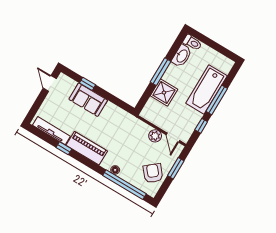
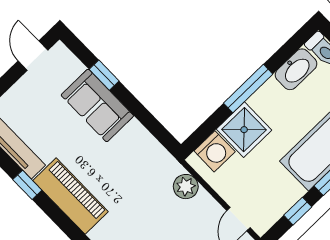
washing machine: (152, 107) -> (215, 151), added
plant: (155, 136) -> (186, 187), moved

